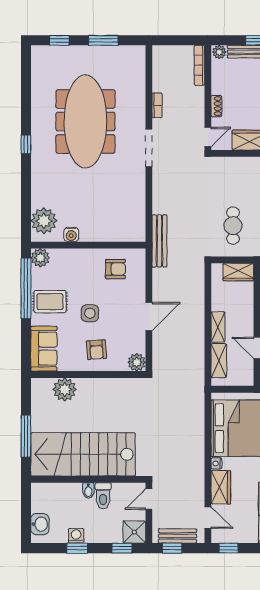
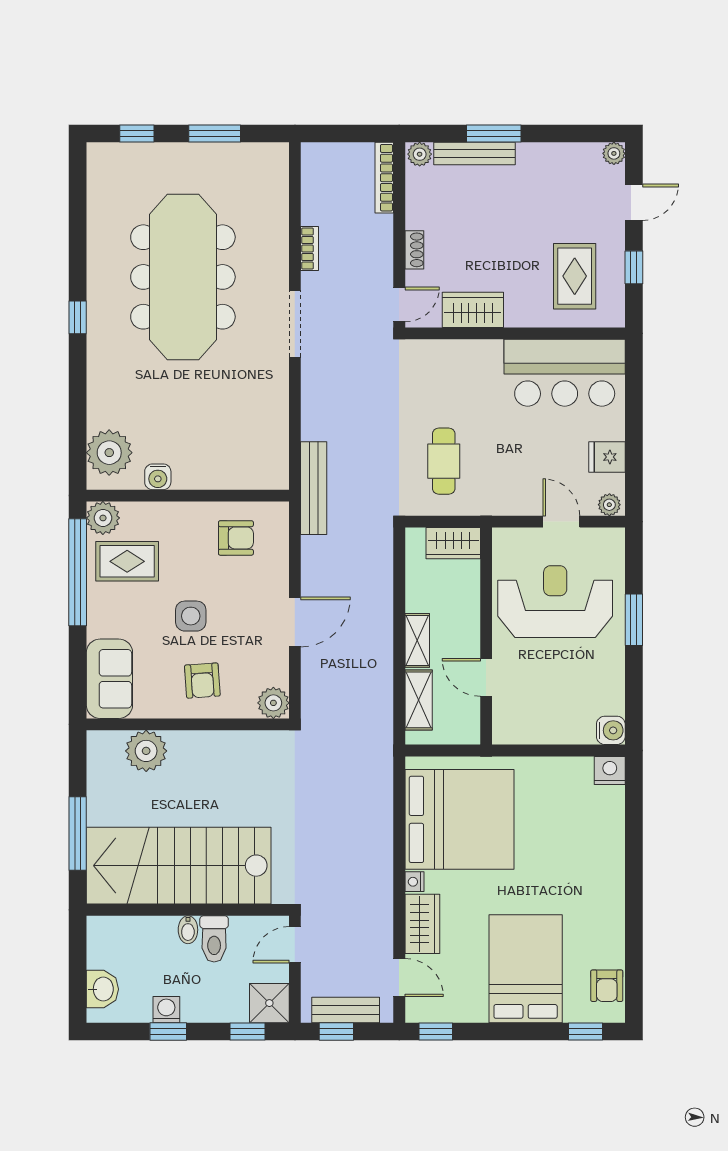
rug: (50, 302) -> (127, 561), moved

